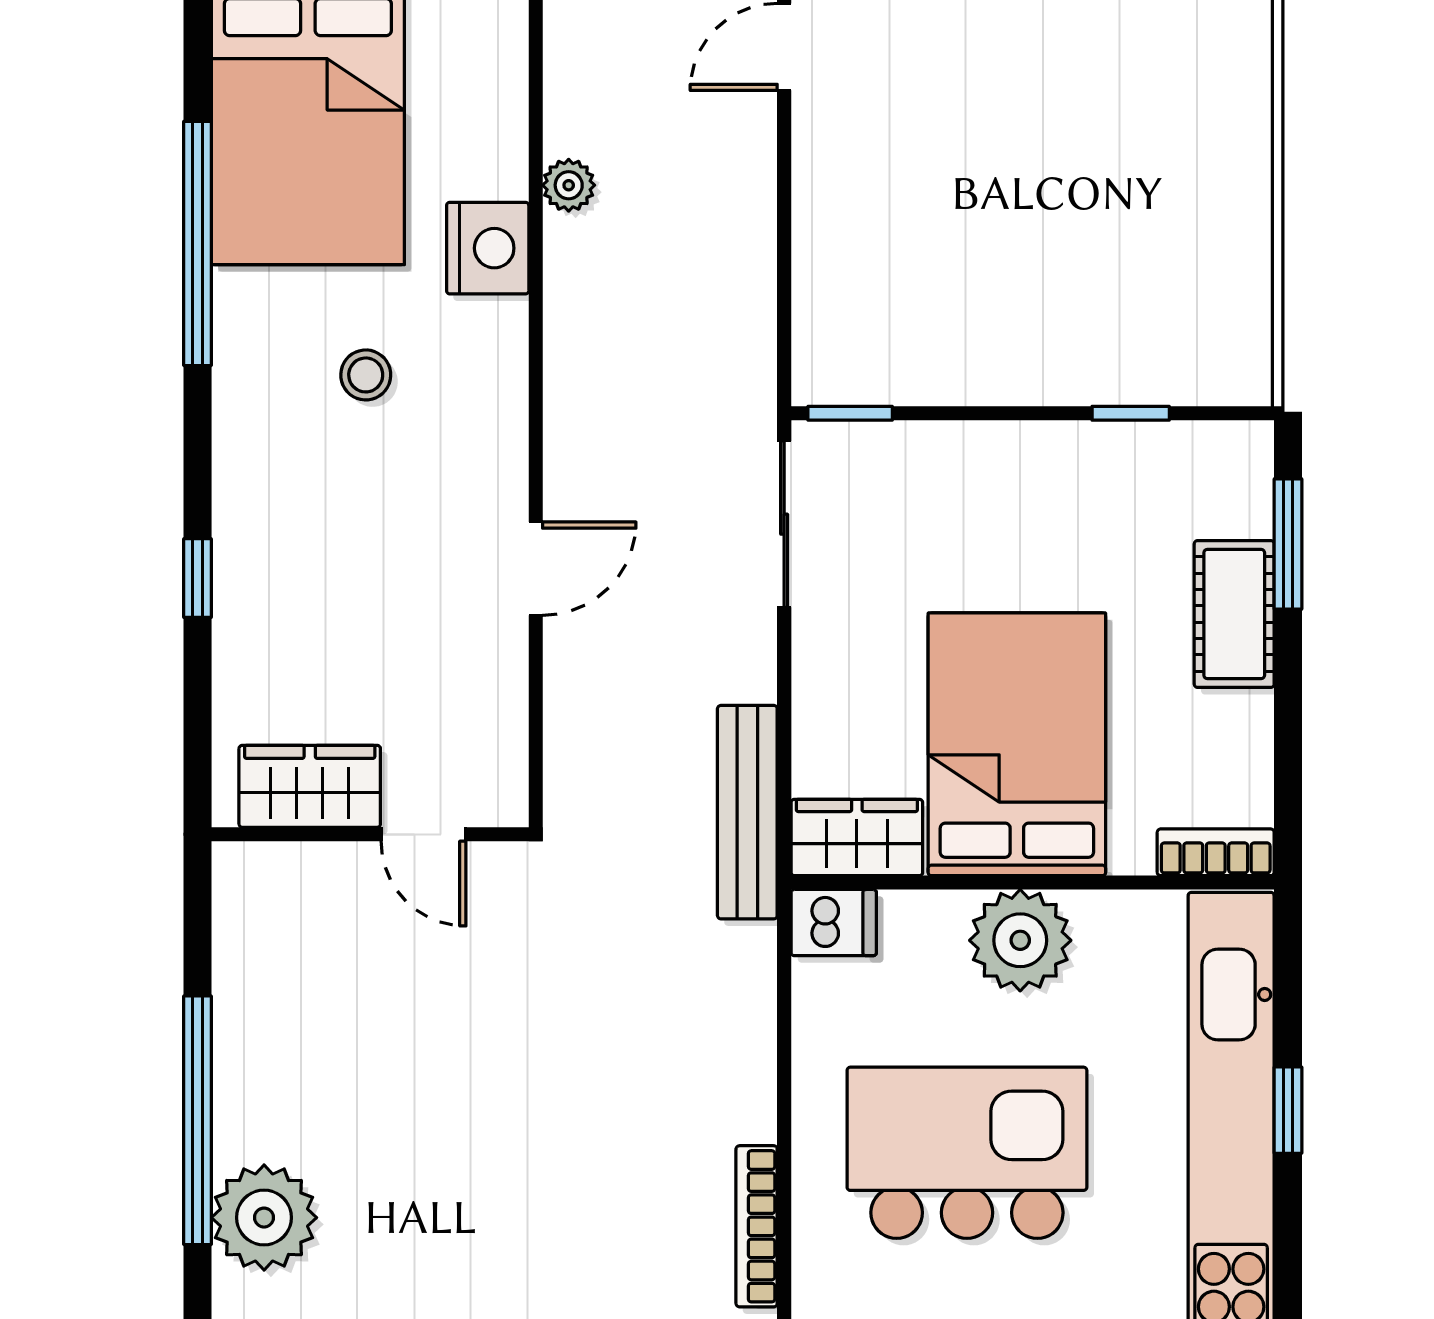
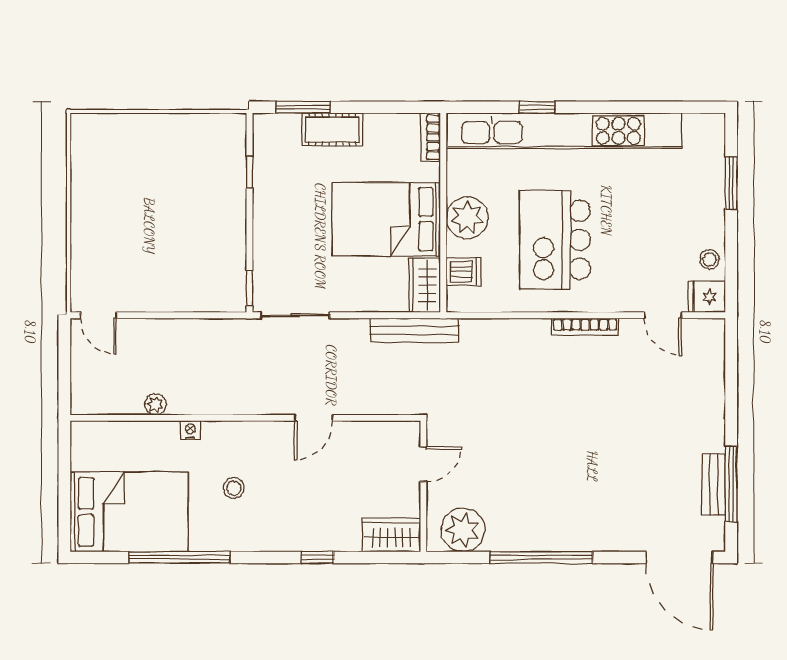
nightstand: (488, 248) -> (190, 430), width x0.53, depth x0.56
door: (536, 569) -> (314, 418), swing flipped
wardrobe: (310, 786) -> (391, 535), moved, turned 90
dishwasher: (834, 923) -> (464, 272), moved, turned 90
plant: (264, 1218) -> (463, 530), moved

